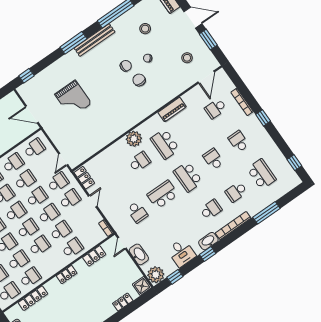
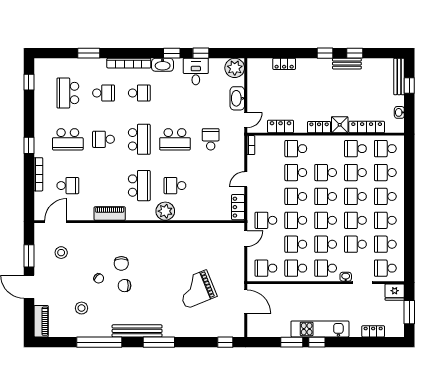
grand piano: (73, 99) -> (196, 289), turned -112
school desk: (239, 141) -> (68, 139), width x1.85
school desk: (213, 159) -> (104, 139), turned 90
school desk: (70, 199) -> (266, 196), removed
school desk: (211, 210) -> (139, 93), turned 180
window: (266, 213) -> (89, 53), width x0.69
window: (175, 277) -> (201, 53), moved
shower: (142, 286) -> (340, 125), moved

